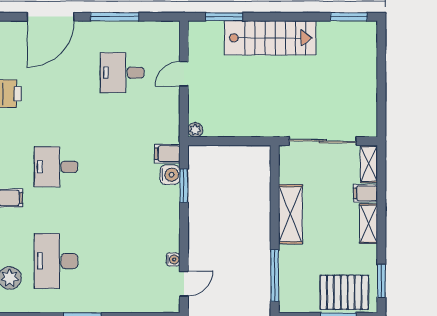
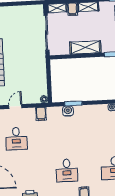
door: (184, 74) -> (15, 106), swing flipped
filing cabinet: (167, 154) -> (41, 114), moved

